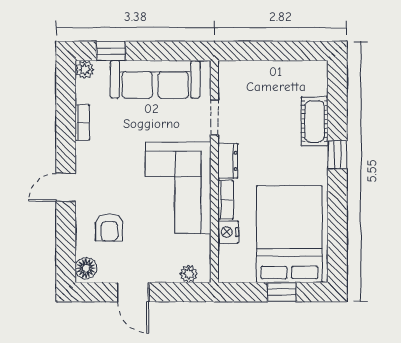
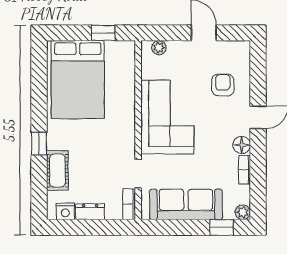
dresser: (228, 161) -> (90, 212), moved, turned 90
bookcase: (226, 200) -> (129, 204), moved
nightstand: (228, 232) -> (65, 211), moved, turned 90
floor lamp: (86, 268) -> (242, 145), moved
window: (282, 292) -> (103, 33), moved

